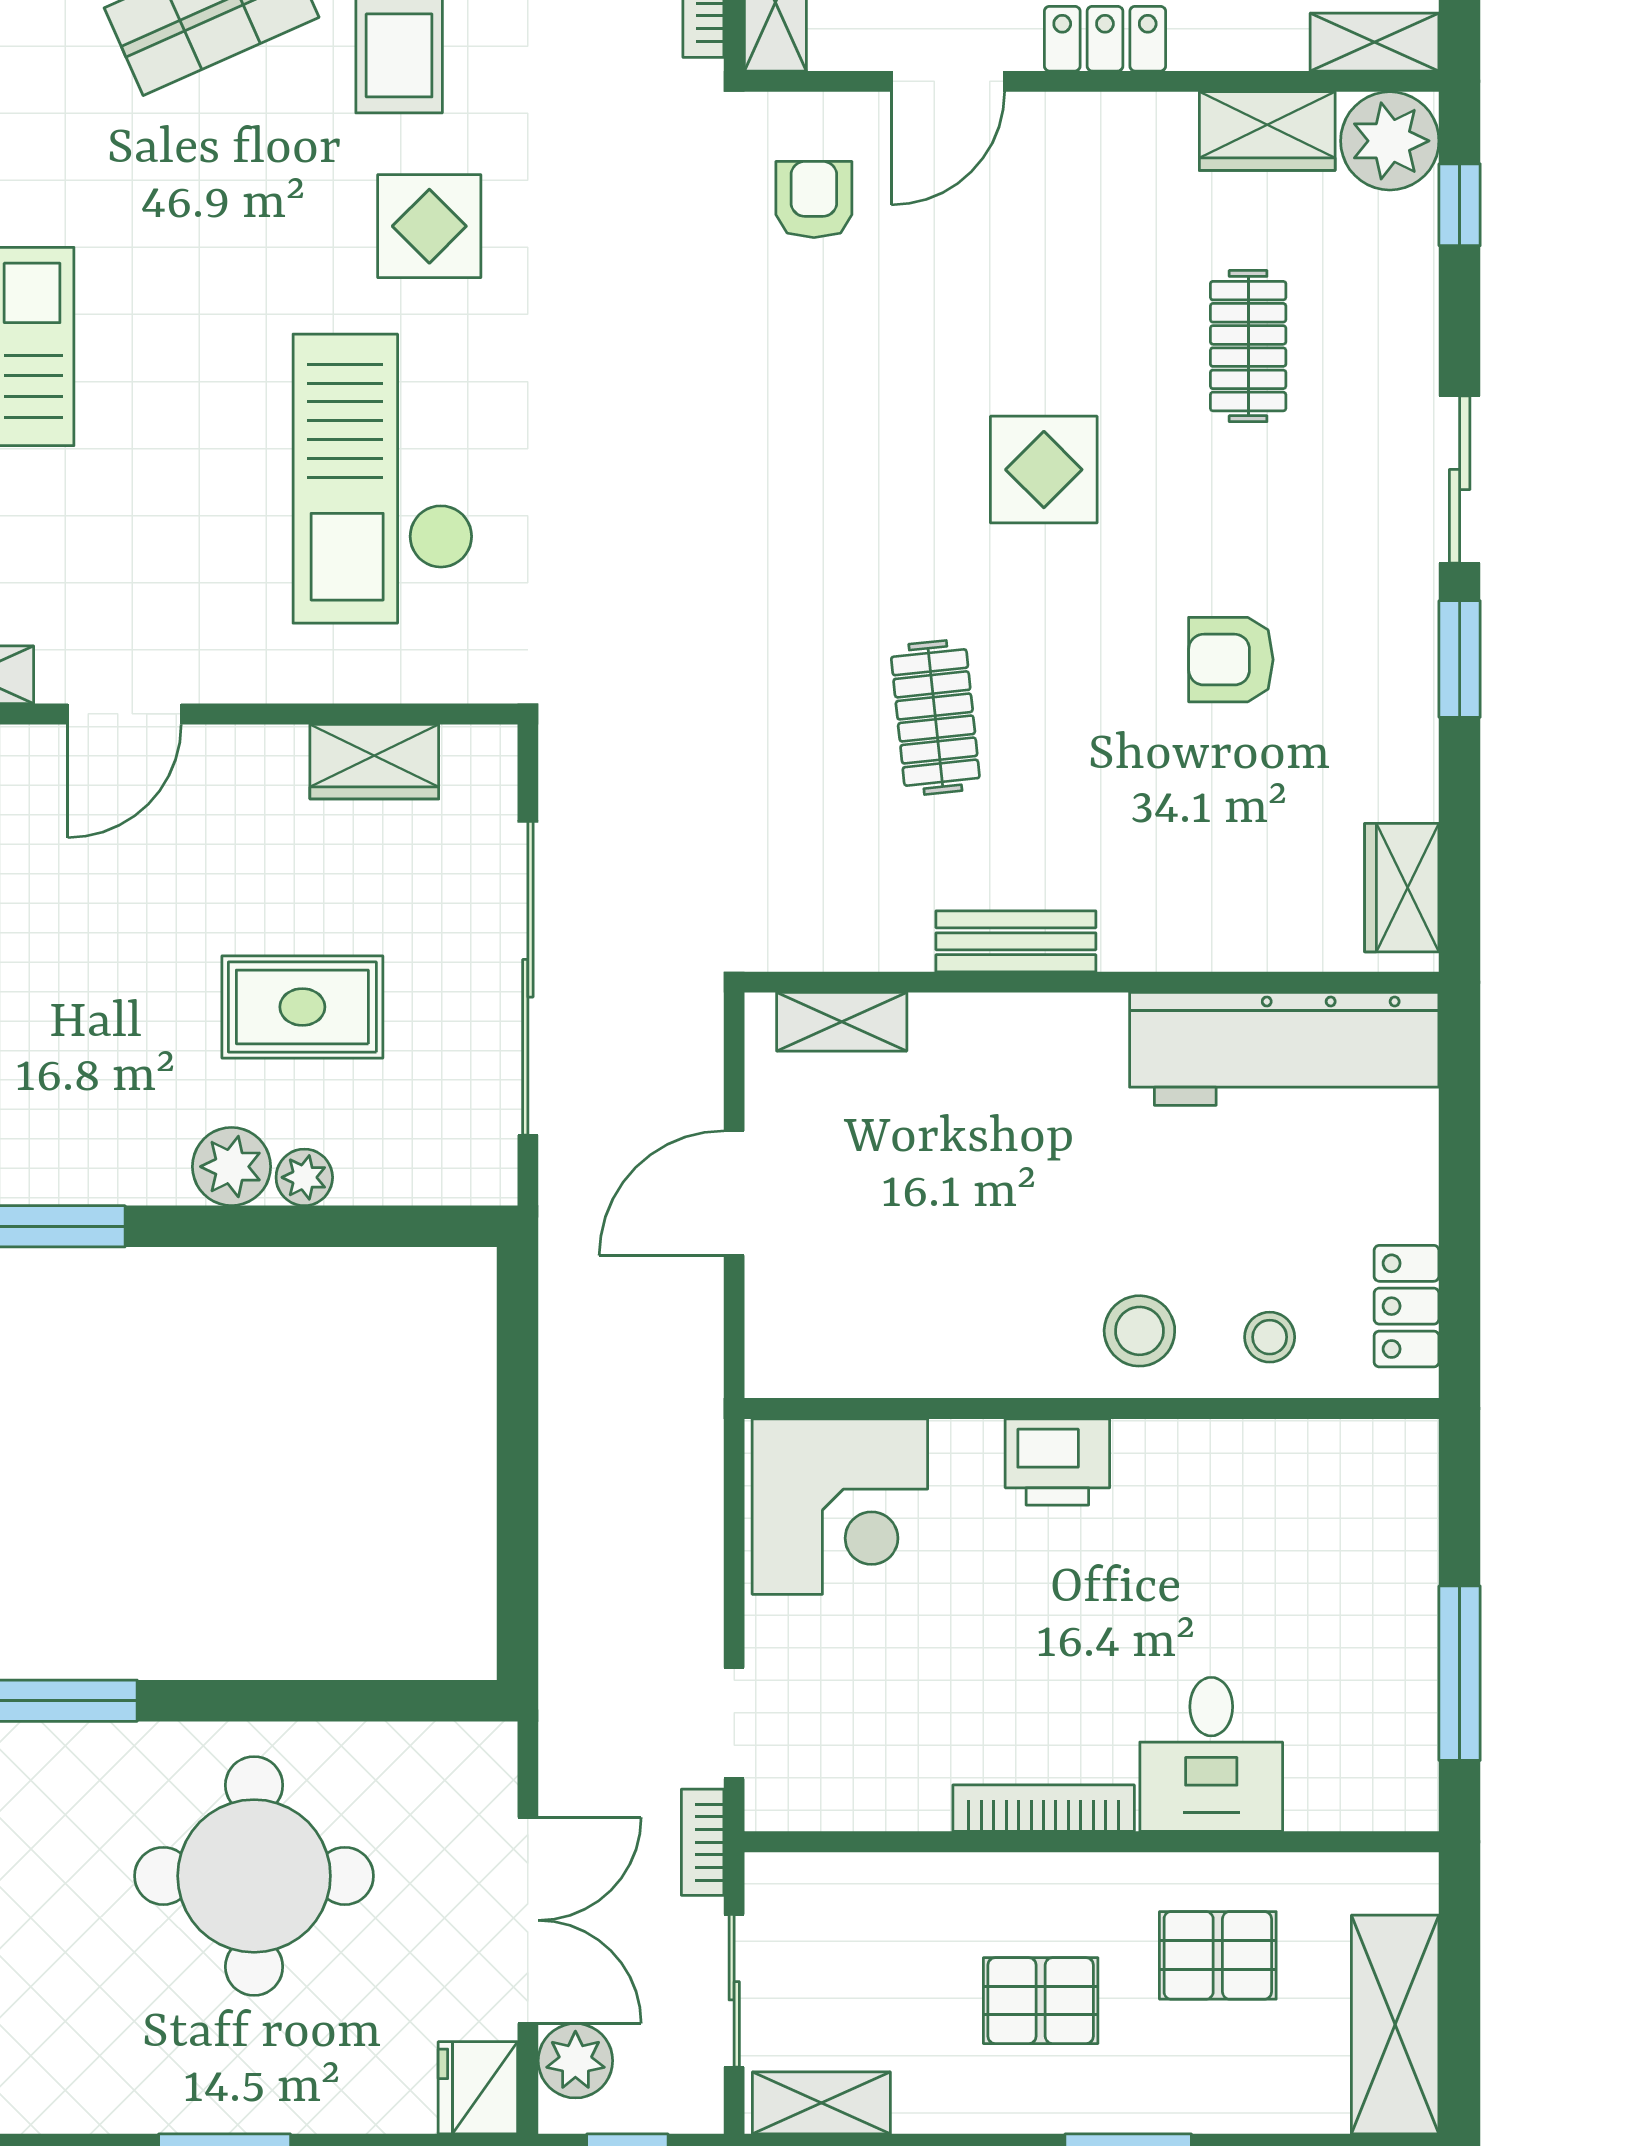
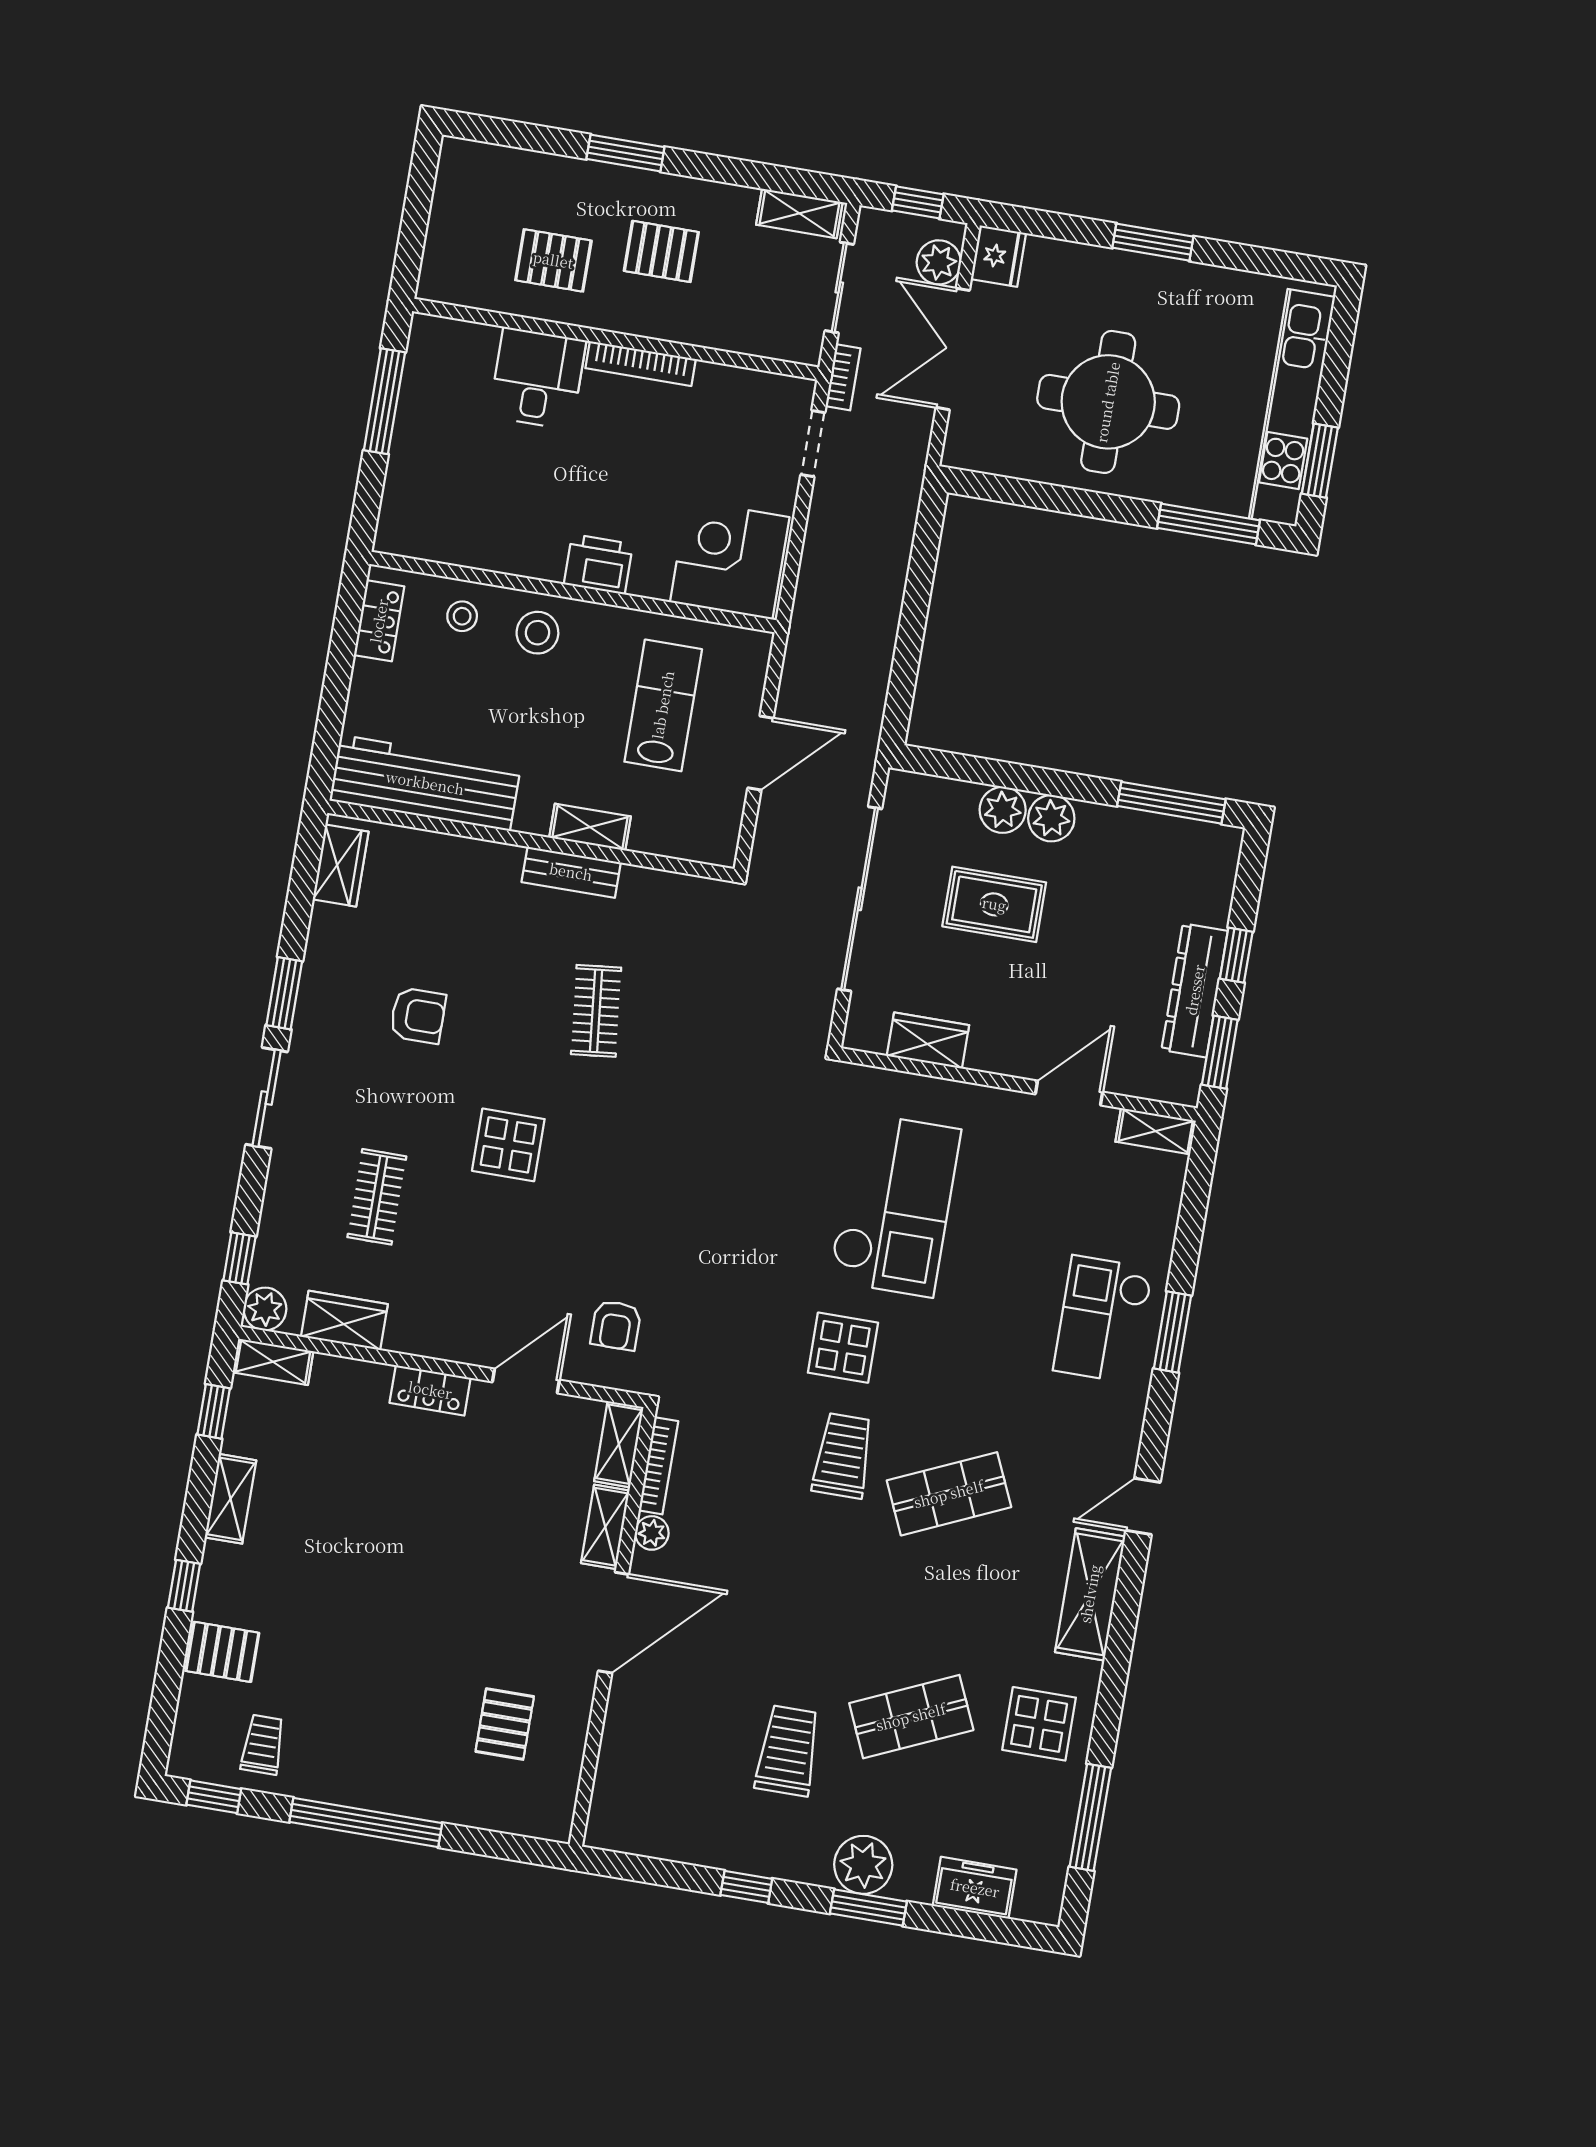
plant: (1390, 141) -> (265, 1309), width x0.73, depth x0.73
shelving: (842, 1022) -> (590, 827), moved
plant: (304, 1177) -> (1003, 810), width x1.38, depth x1.38
lab bench: (910, 1245) -> (663, 705), added
shelving: (1395, 2025) -> (457, 203), removed

